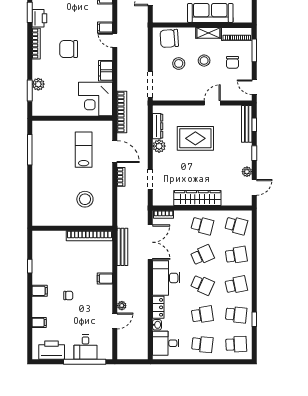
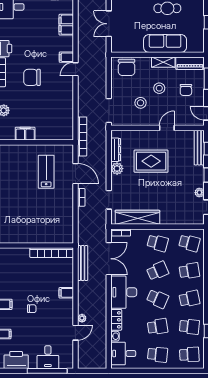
chair: (169, 38) -> (127, 67), turned -86
door: (115, 40) -> (75, 69), hinge flipped
stool: (179, 63) -> (140, 103), moved
filing cabinet: (106, 71) -> (25, 134), moved, turned 90
corner desk: (96, 99) -> (57, 124), removed
wardrobe: (197, 198) -> (137, 217), moved
stool: (85, 199) -> (47, 218), removed

